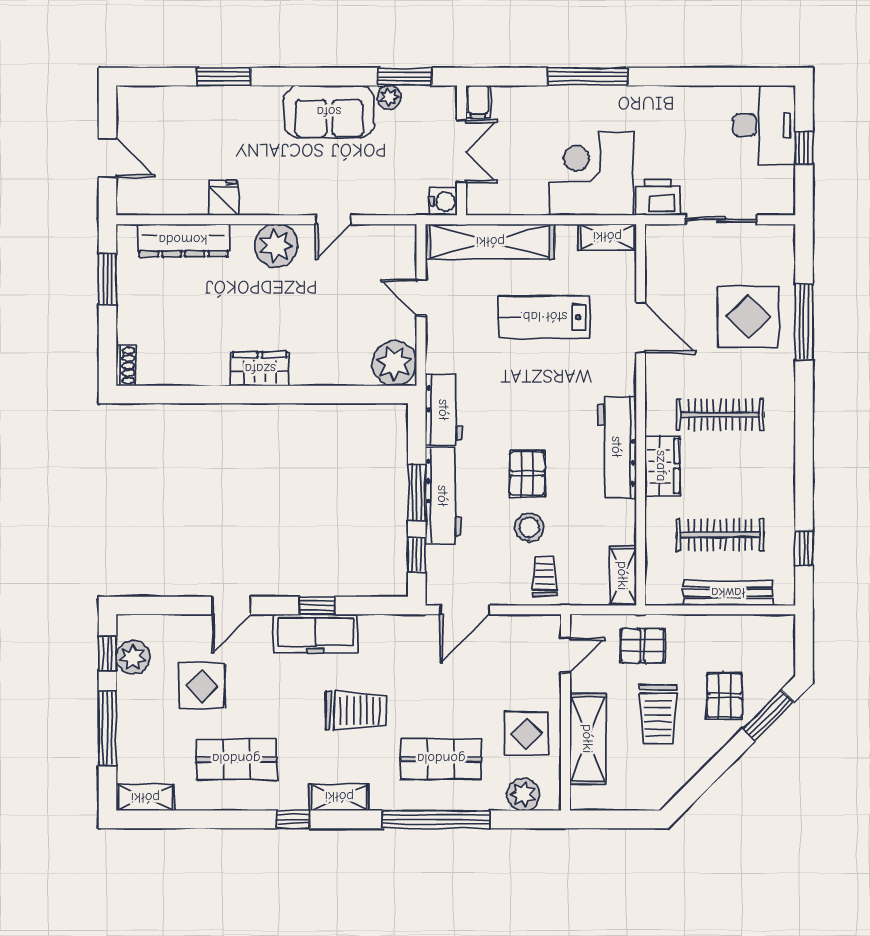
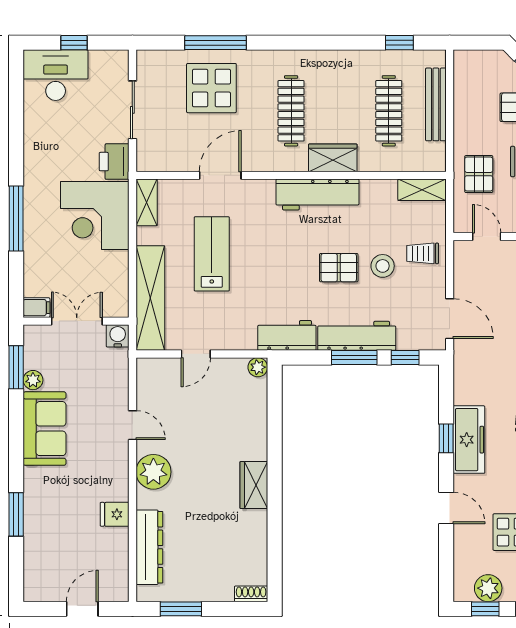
lab bench: (544, 317) -> (212, 254), turned 180
plant: (394, 363) -> (258, 367), width x0.53, depth x0.53

